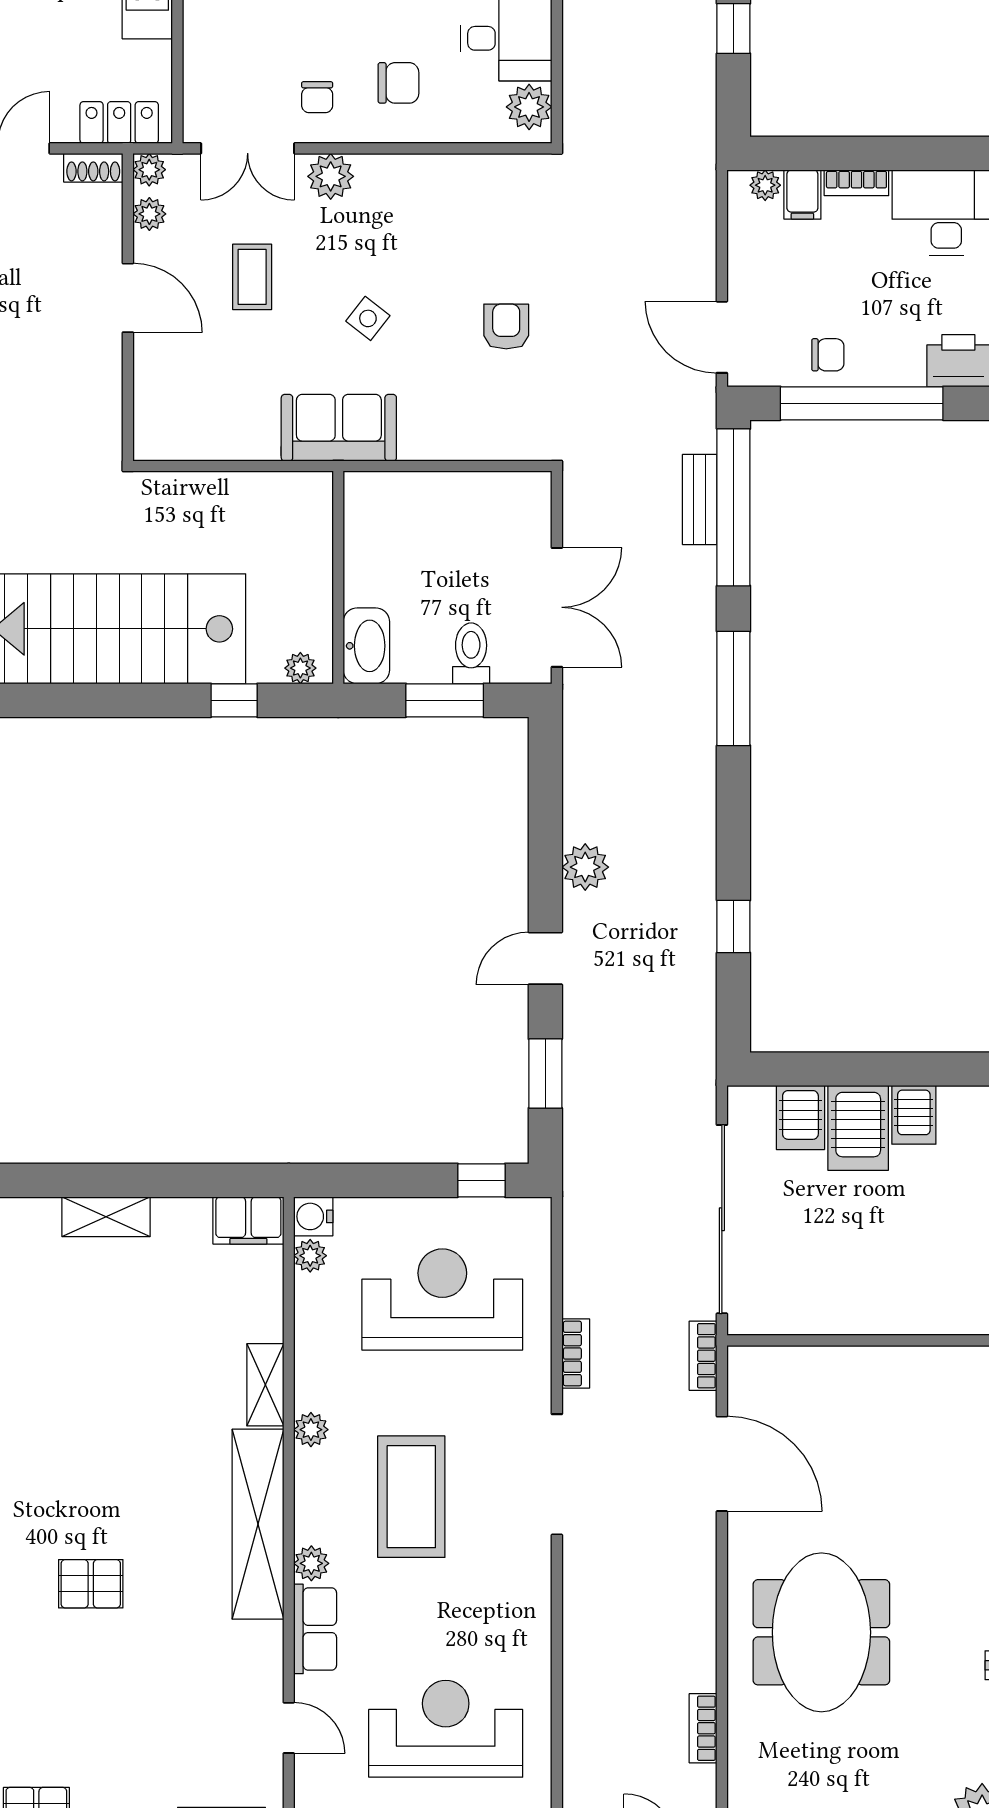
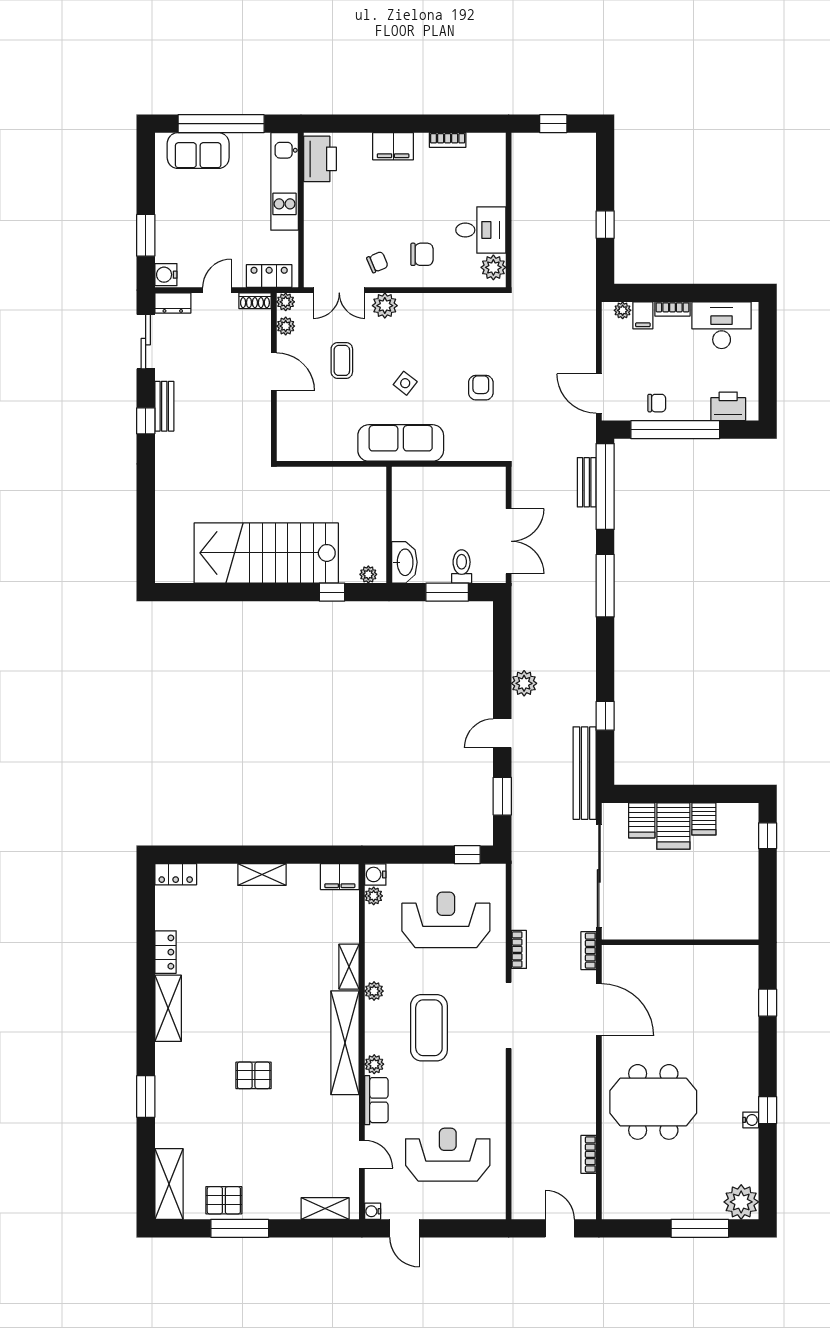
chair: (317, 97) -> (377, 262), turned -113
sofa: (339, 428) -> (401, 443), width x1.36
bench: (696, 1031) -> (585, 773), added
meeting table: (821, 1632) -> (653, 1102), turned 90

